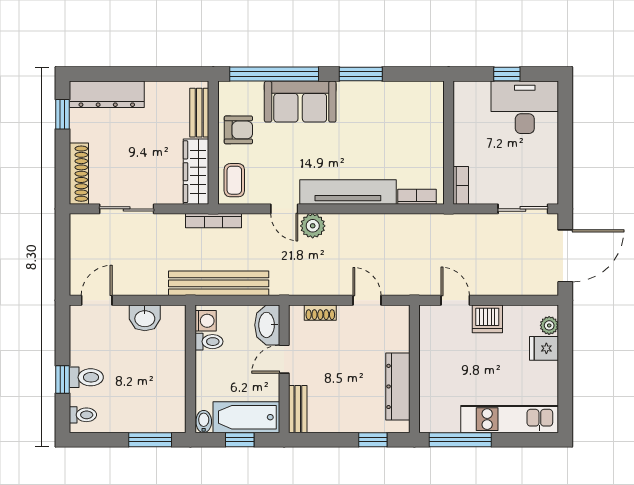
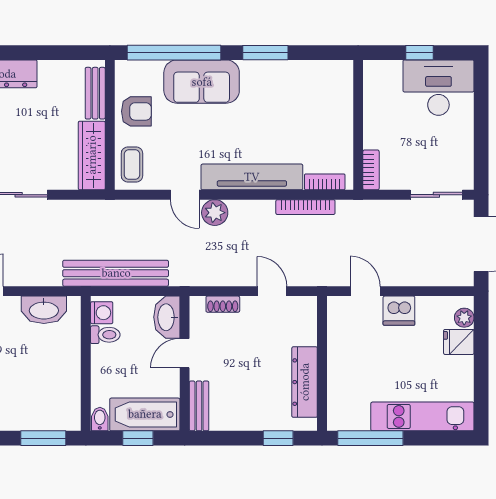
bookcase: (214, 221) -> (305, 207), moved
washbasin: (145, 318) -> (44, 310), width x1.38

